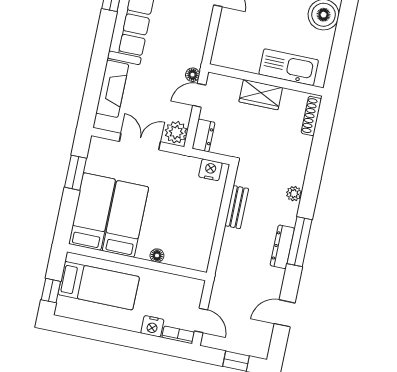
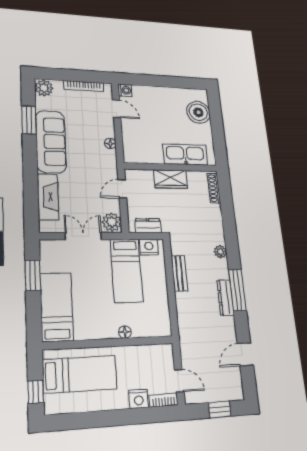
floor lamp: (193, 75) -> (110, 144), moved
dresser: (203, 135) -> (148, 226), moved, turned -90
bed: (125, 219) -> (127, 270), moved, turned 180

